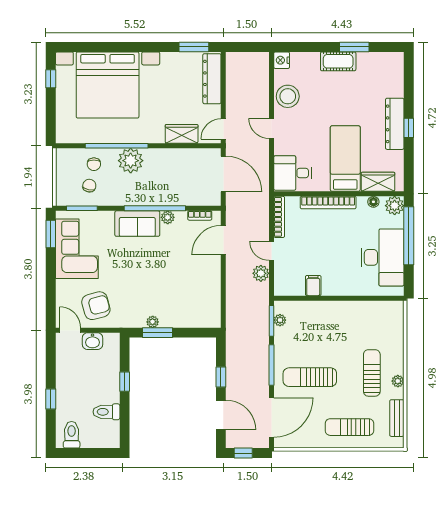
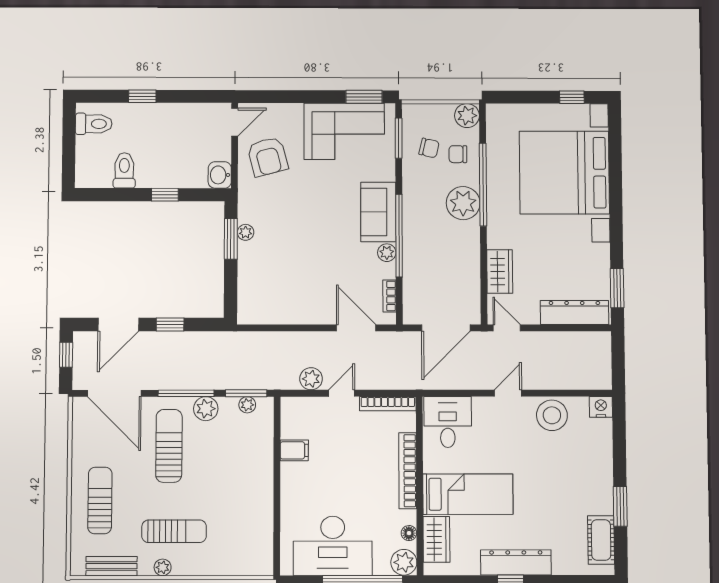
cot: (338, 61) -> (601, 540), moved
plant: (65, 157) -> (467, 116), added
washbasin: (92, 341) -> (220, 175), moved
plant: (283, 350) -> (206, 409), added

